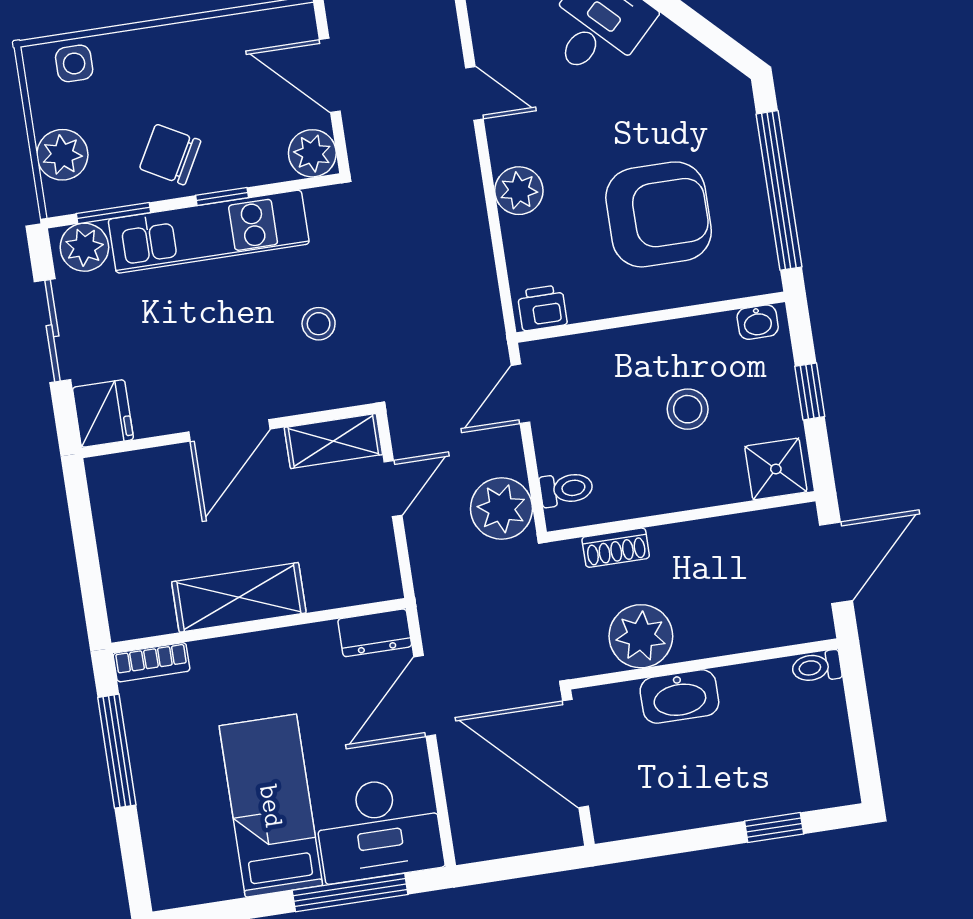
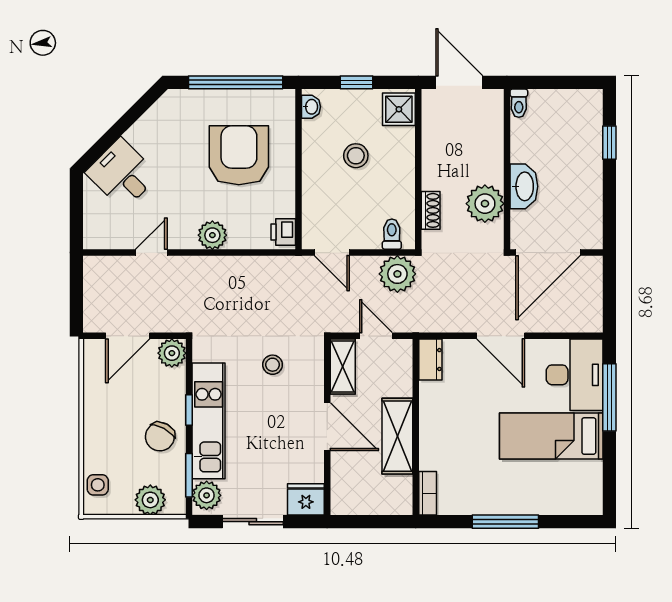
shelving: (239, 597) -> (397, 436), moved
wall: (259, 626) -> (416, 427), moved
dresser: (375, 633) -> (430, 360), moved
bookcase: (152, 662) -> (428, 493), moved

